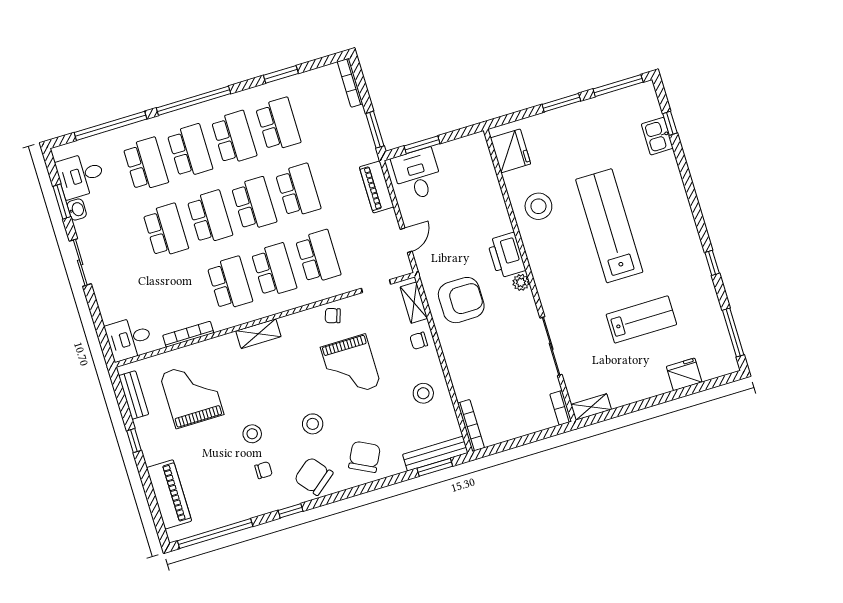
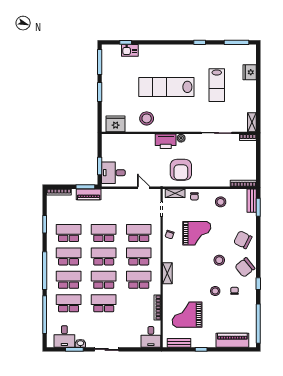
piano: (377, 187) -> (89, 194), moved
armchair: (461, 300) -> (181, 170), turned 180
lab bench: (641, 319) -> (217, 85), turned 180
bench: (435, 454) -> (252, 201), width x0.73

